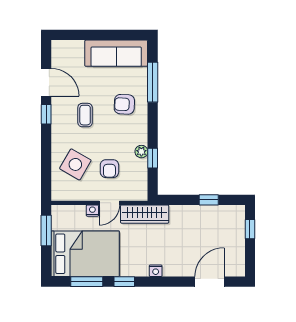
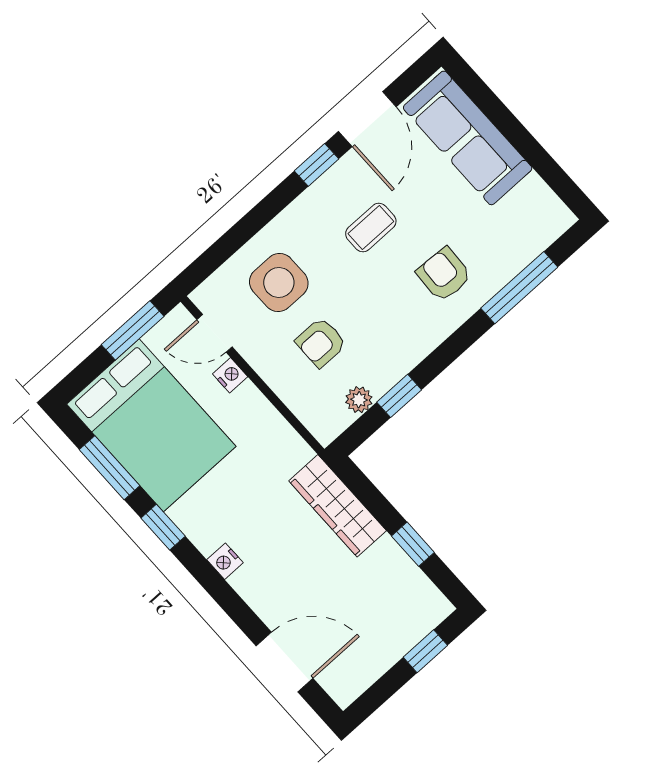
sofa: (116, 53) -> (468, 138), moved
plant: (141, 152) -> (359, 400), moved
side table: (75, 164) -> (279, 282), turned -30
door: (109, 203) -> (214, 333), moved
wardrobe: (145, 214) -> (338, 506), moved

